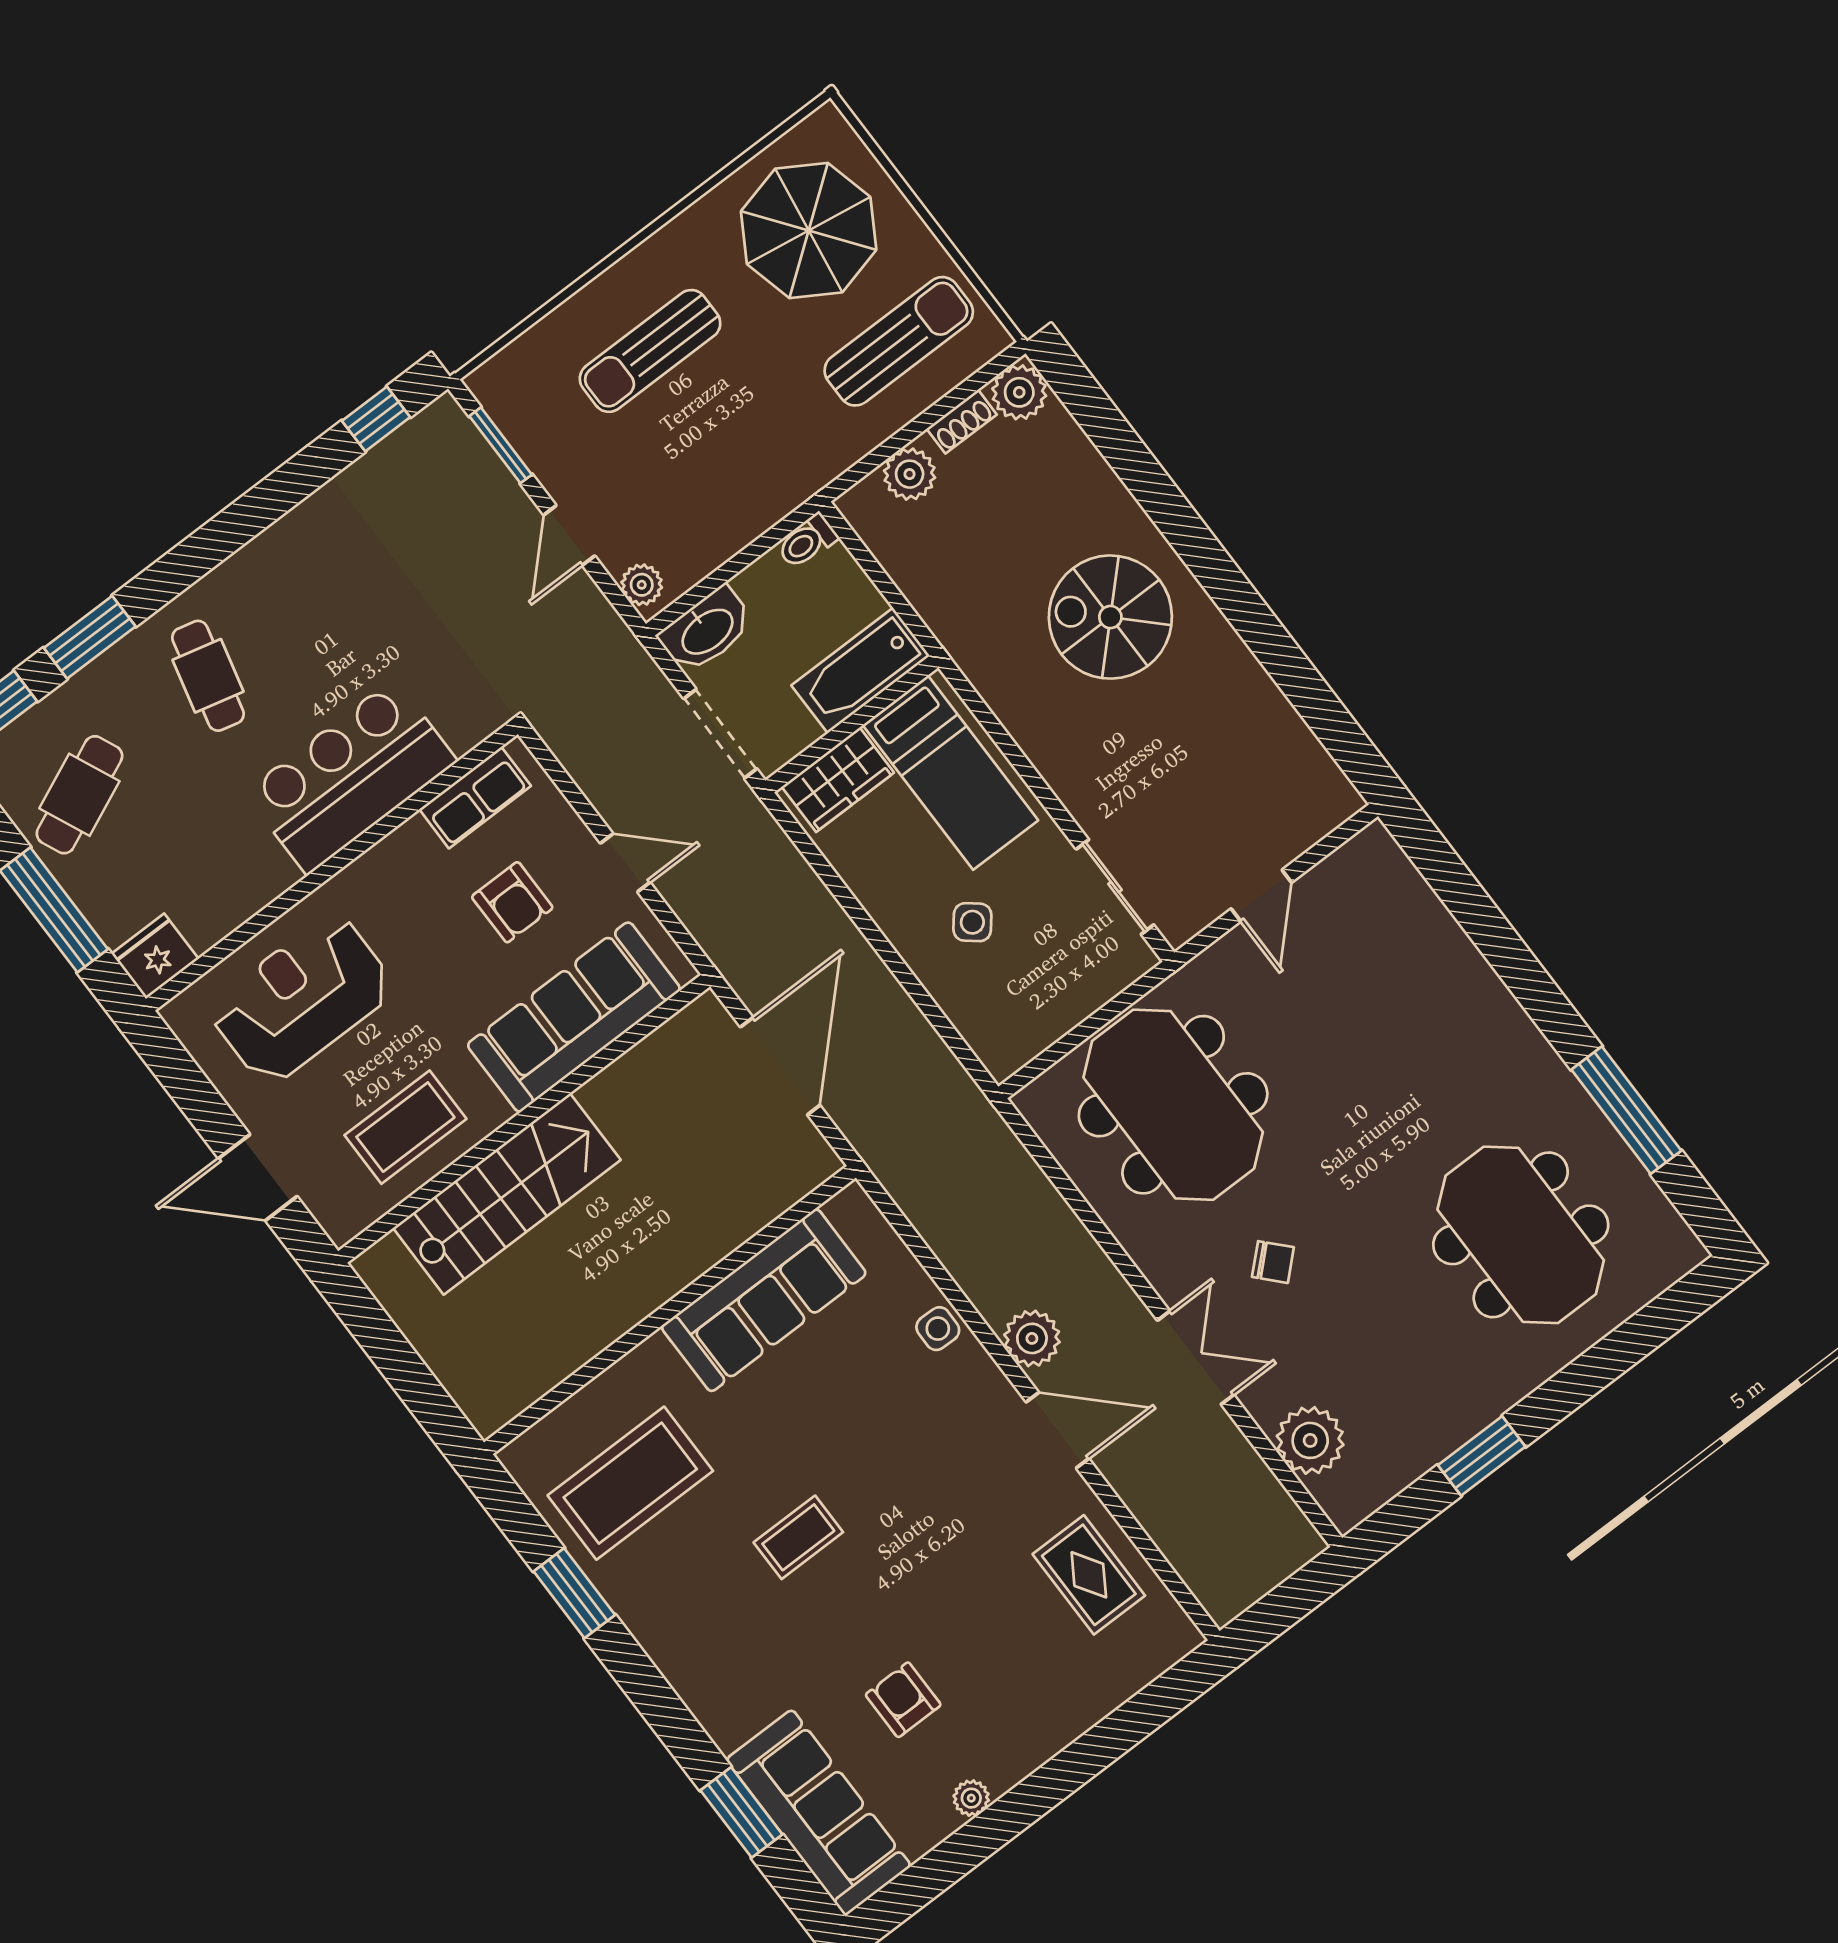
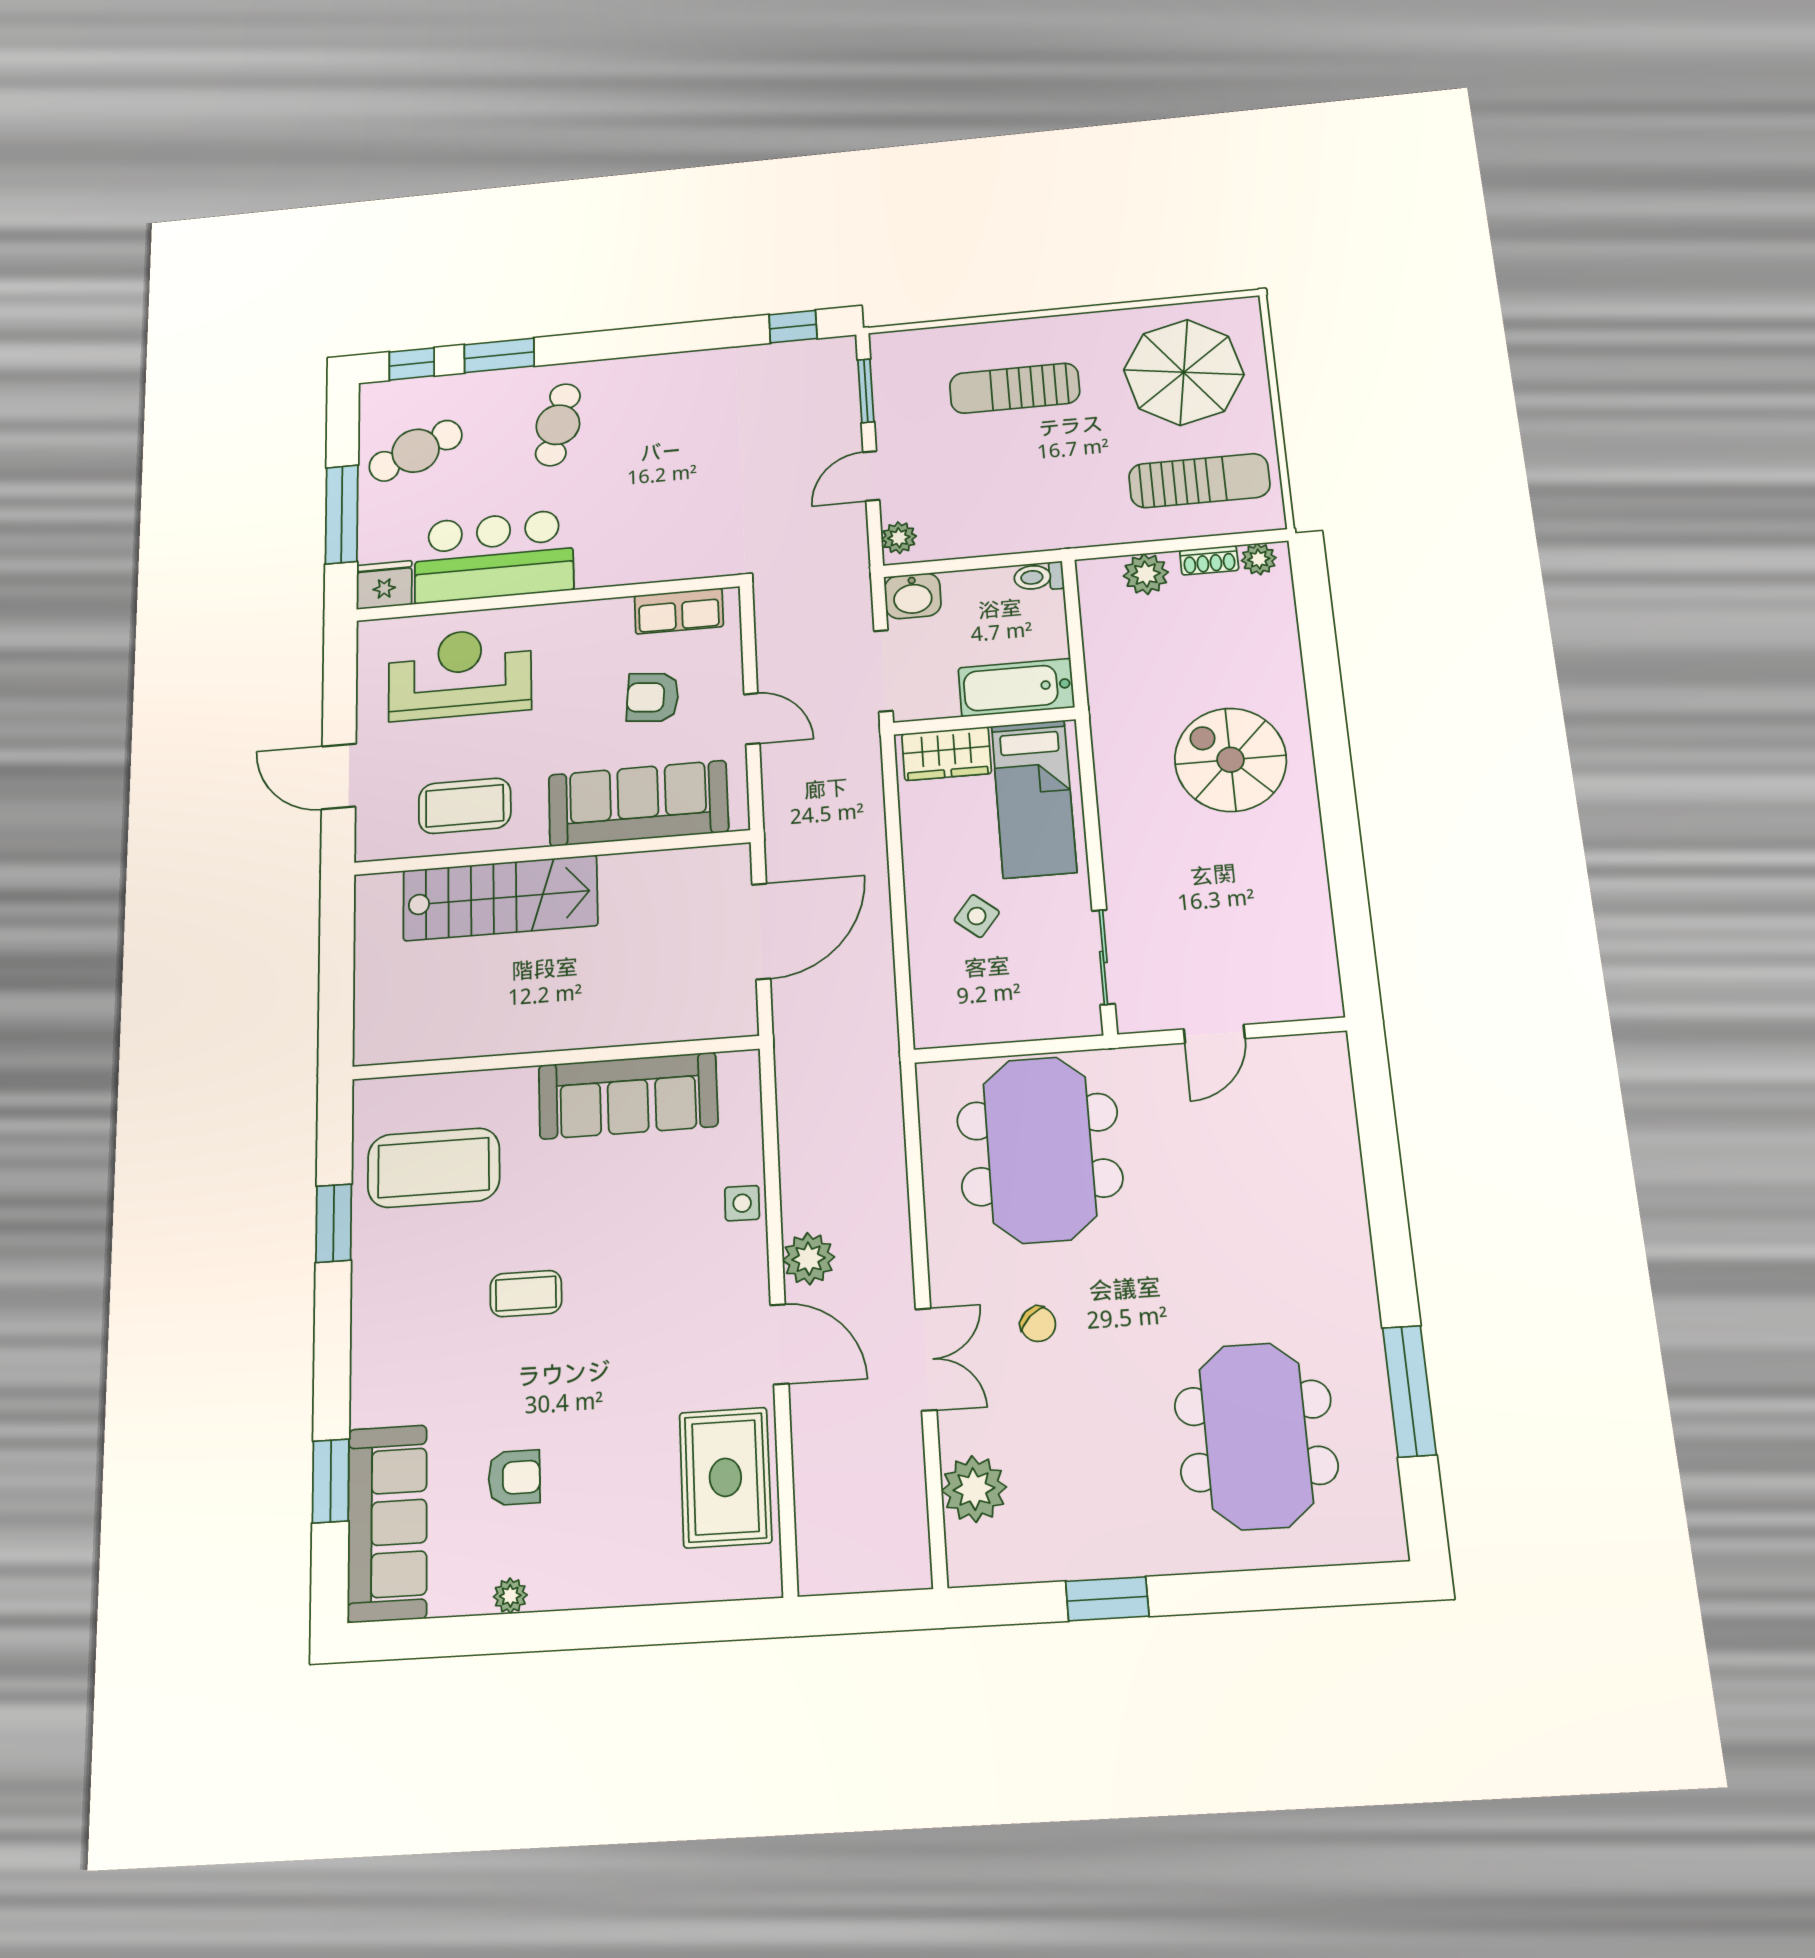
plant: (1019, 392) -> (1259, 559), width x0.73, depth x0.73
washbasin: (707, 630) -> (913, 596), width x0.72
bar counter: (351, 777) -> (494, 556), moved
armchair: (512, 902) -> (653, 697), turned 95
rug: (1089, 1575) -> (725, 1477), width x1.36, depth x1.43
armchair: (903, 1700) -> (514, 1478), turned 90

